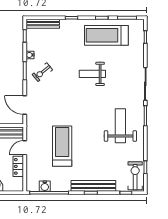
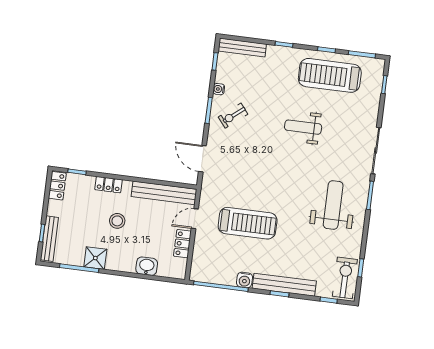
treadmill: (62, 146) -> (248, 223), turned 90
water cooler: (45, 186) -> (245, 280), moved

